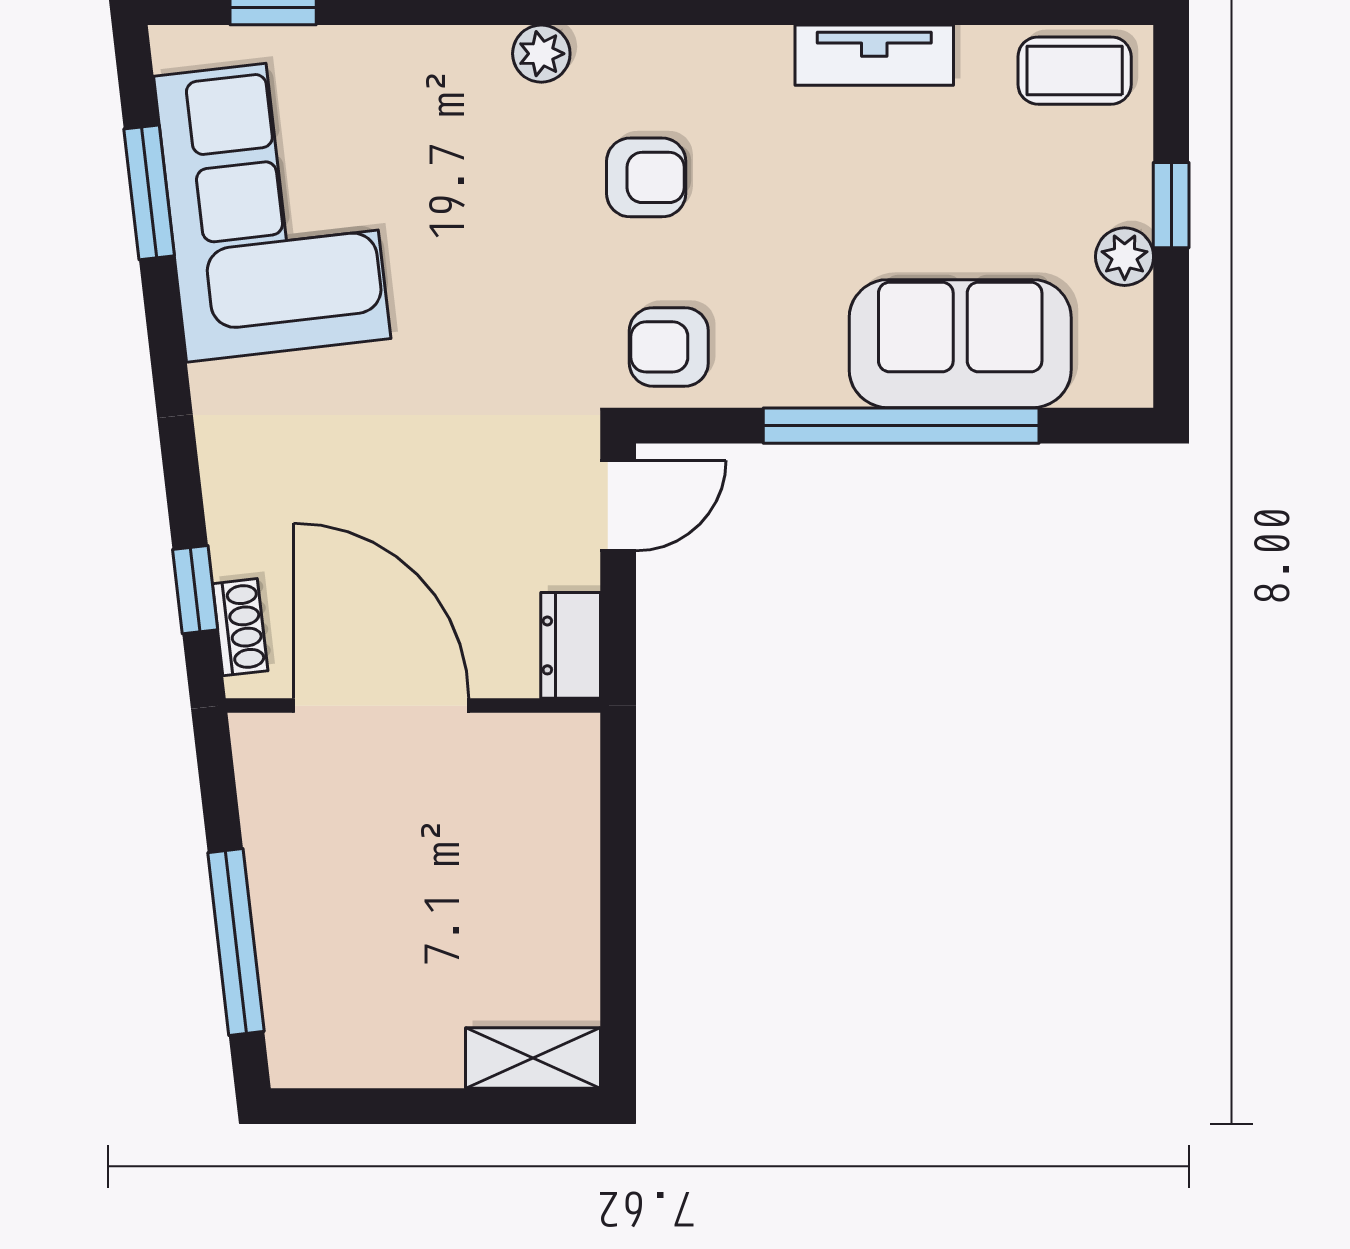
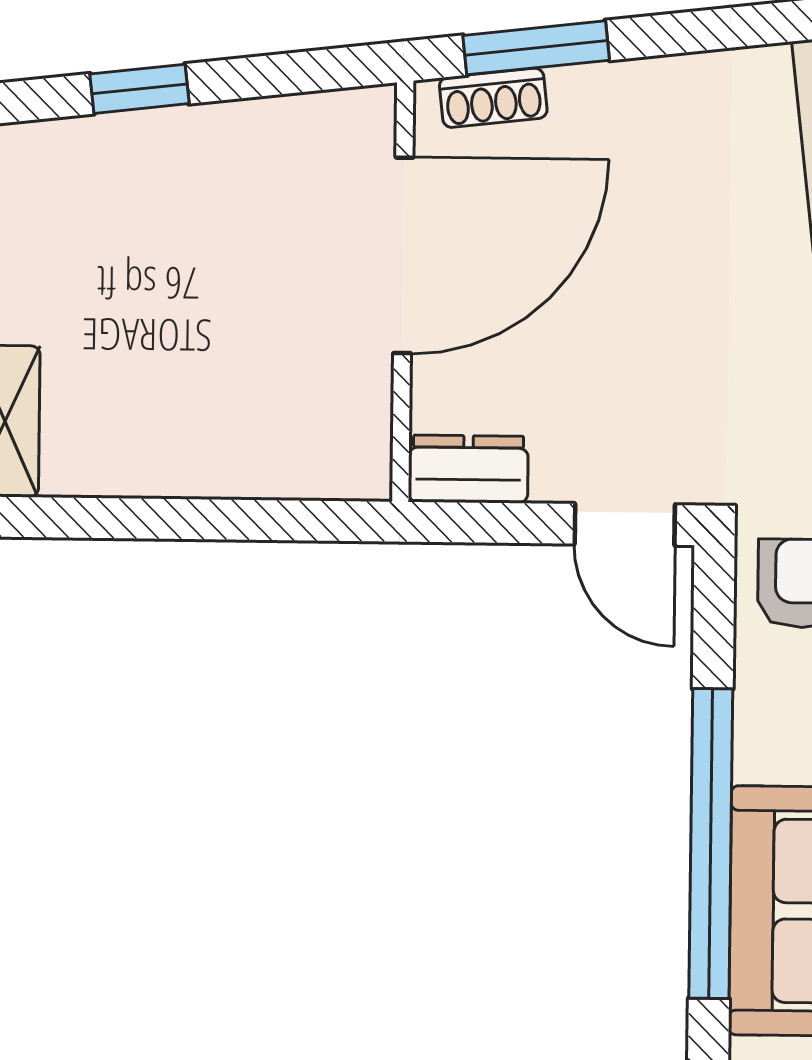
window: (195, 590) -> (536, 48), width x1.50
window: (236, 942) -> (139, 89), width x0.46

